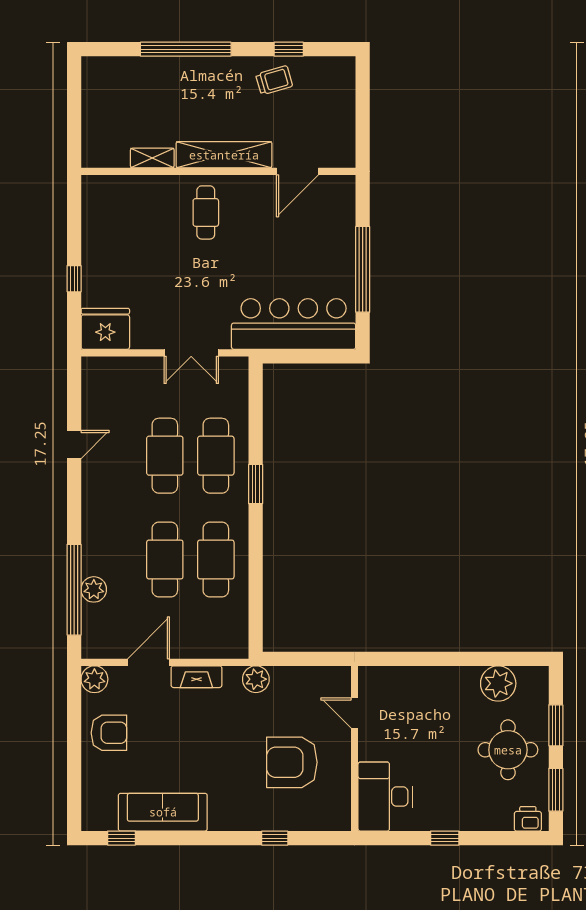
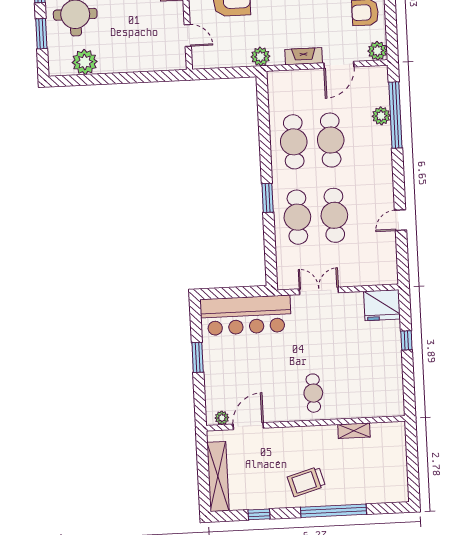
trolley: (274, 80) -> (306, 482), moved, width x1.36, depth x1.39
shelving: (224, 155) -> (218, 476), moved, turned 90
plant: (333, 185) -> (222, 418), added
window: (363, 269) -> (198, 357), width x0.47

